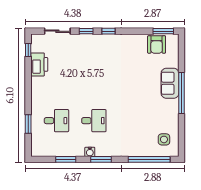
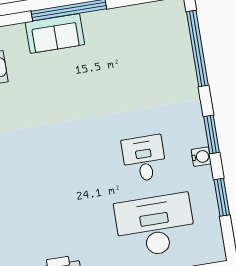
desk: (56, 121) -> (155, 225), width x1.87, depth x1.30
side table: (164, 139) -> (157, 28), removed

